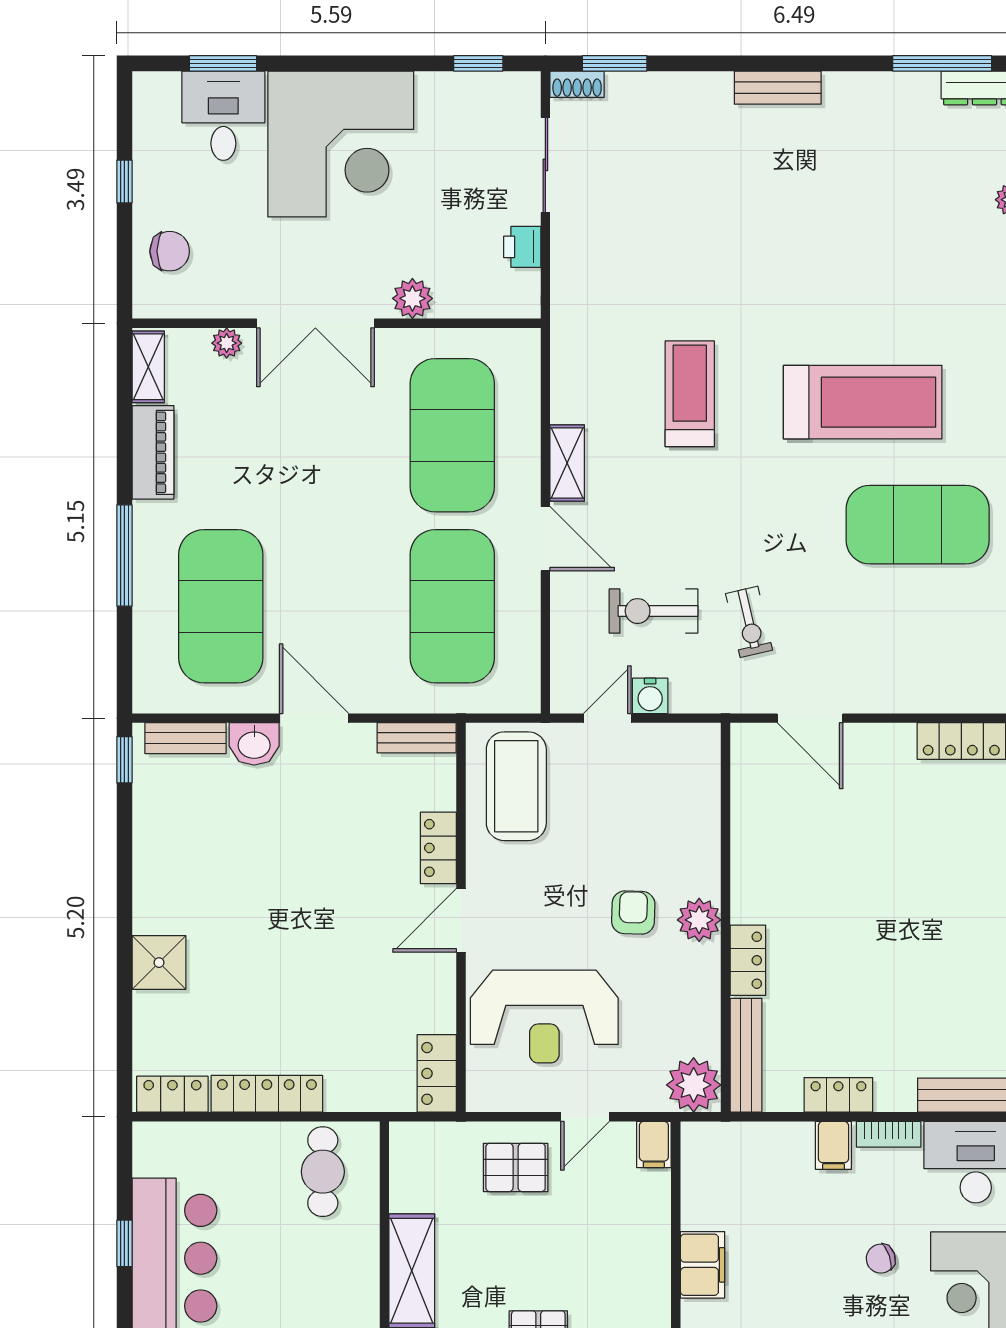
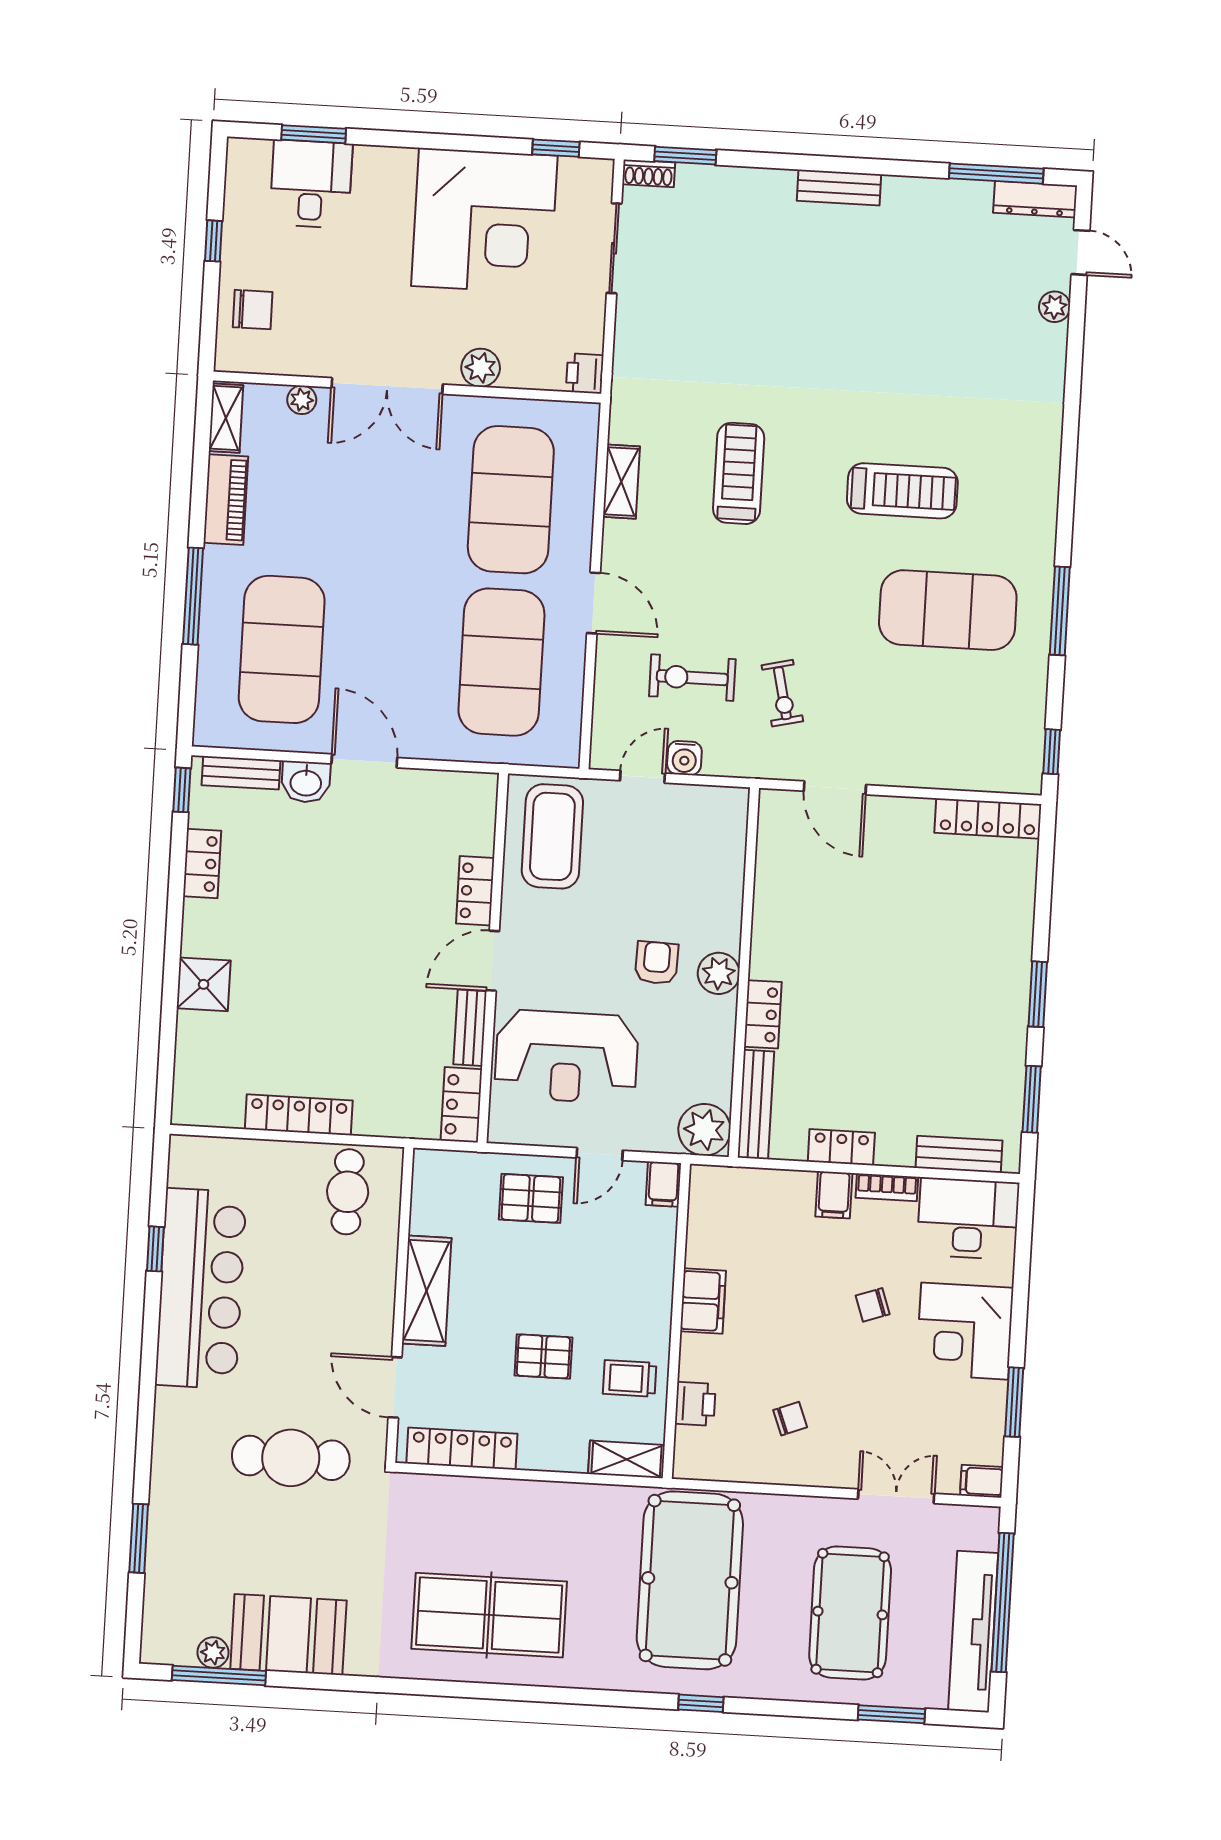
corner desk: (341, 144) -> (484, 221), moved
printer: (522, 247) -> (585, 373), moved
treadmill: (863, 402) -> (902, 491), width x0.73, depth x0.73
shelving: (567, 463) -> (621, 482), moved
bench: (417, 738) -> (470, 1028), moved, turned 90
locker: (172, 1094) -> (202, 864), moved, turned 90

